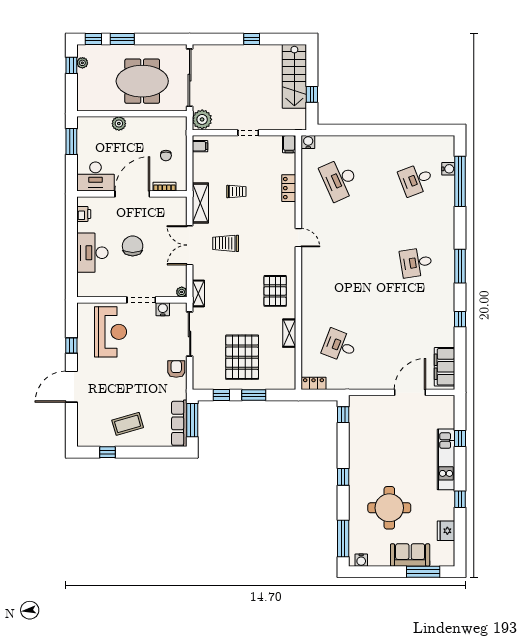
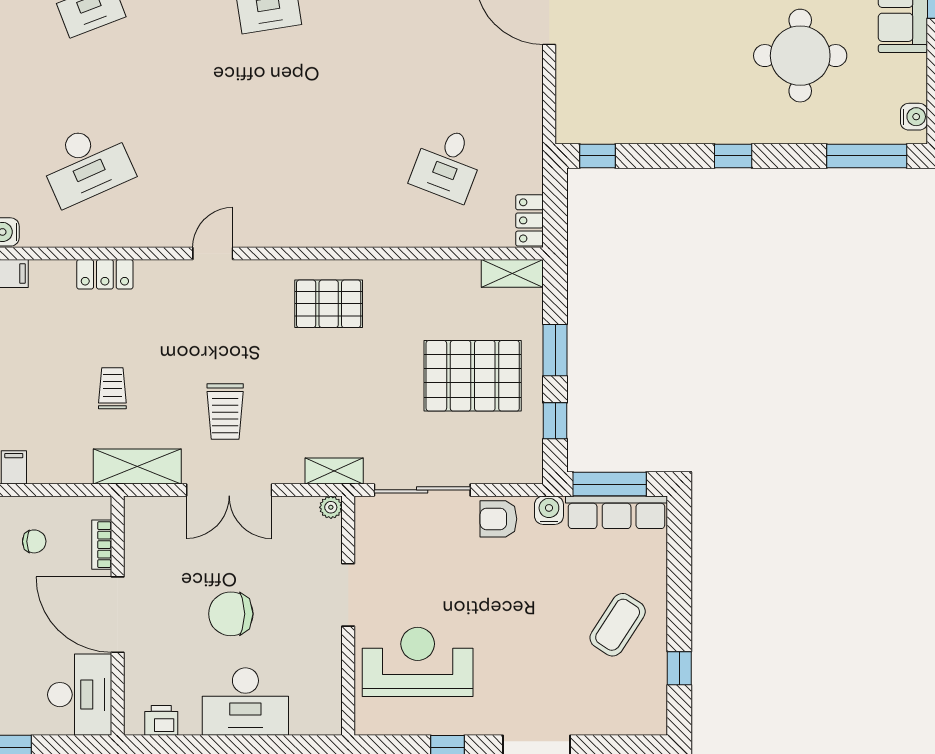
water cooler: (163, 309) -> (549, 510), moved, turned 90
shelving: (289, 333) -> (512, 273), moved
coffee table: (128, 424) -> (618, 625), turned 49

